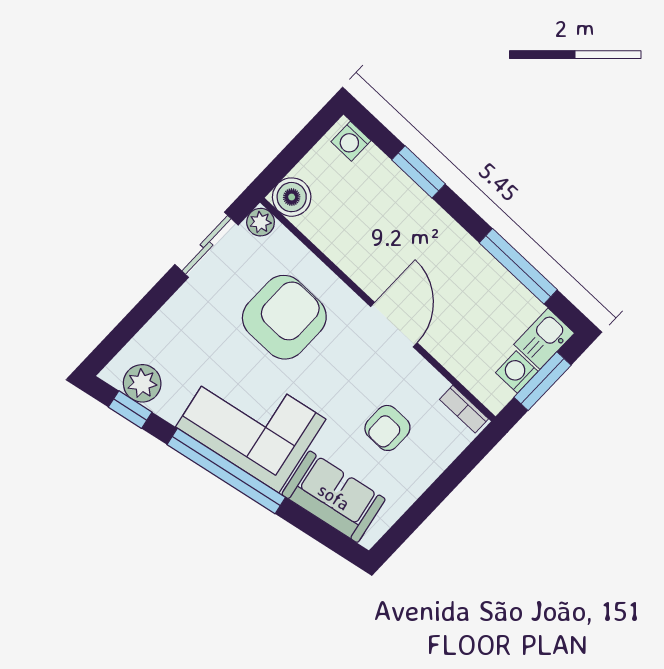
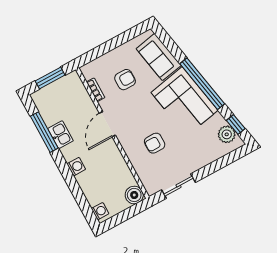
window: (418, 172) -> (75, 188), removed
plant: (261, 222) -> (151, 188), removed
armchair: (284, 317) -> (155, 143), width x0.53, depth x0.53
kitchen sink: (544, 339) -> (60, 135), moved, turned -90
washing machine: (517, 372) -> (76, 167), moved, turned -90
bookcase: (464, 409) -> (96, 90), moved

